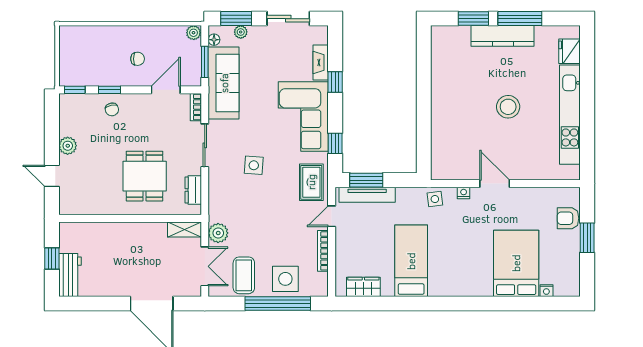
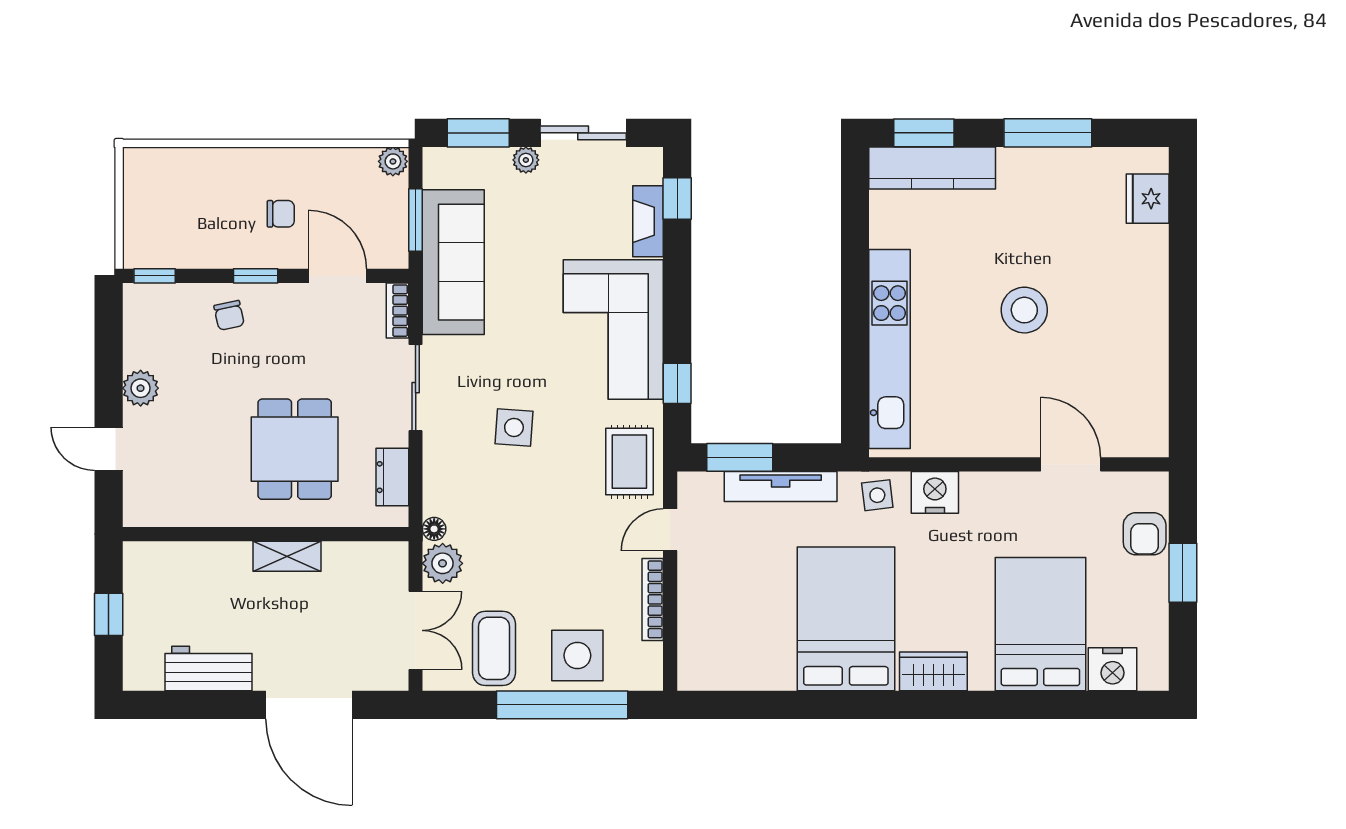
window: (473, 19) -> (924, 133), moved
plant: (241, 32) -> (526, 160), moved
kitchen counter: (503, 36) -> (932, 168), moved
floor lamp: (214, 40) -> (434, 529), moved
window: (335, 82) -> (677, 198), moved
window: (109, 90) -> (256, 276), moved
door: (166, 90) -> (337, 276), hinge flipped
kitchen unit: (570, 115) -> (890, 349), moved, turned 180
door: (495, 184) -> (1071, 464), moved
nightstand: (464, 193) -> (935, 492), width x1.89, depth x1.79
tv unit: (367, 195) -> (781, 486), moved
armchair: (568, 218) -> (1145, 534), turned -90
shelving: (184, 229) -> (287, 556), moved
bed: (411, 261) -> (846, 619), width x1.50
workbench: (70, 275) -> (208, 669), moved, turned -90
wardrobe: (363, 287) -> (933, 671), moved
nightstand: (546, 291) -> (1113, 669), width x1.89, depth x1.79

